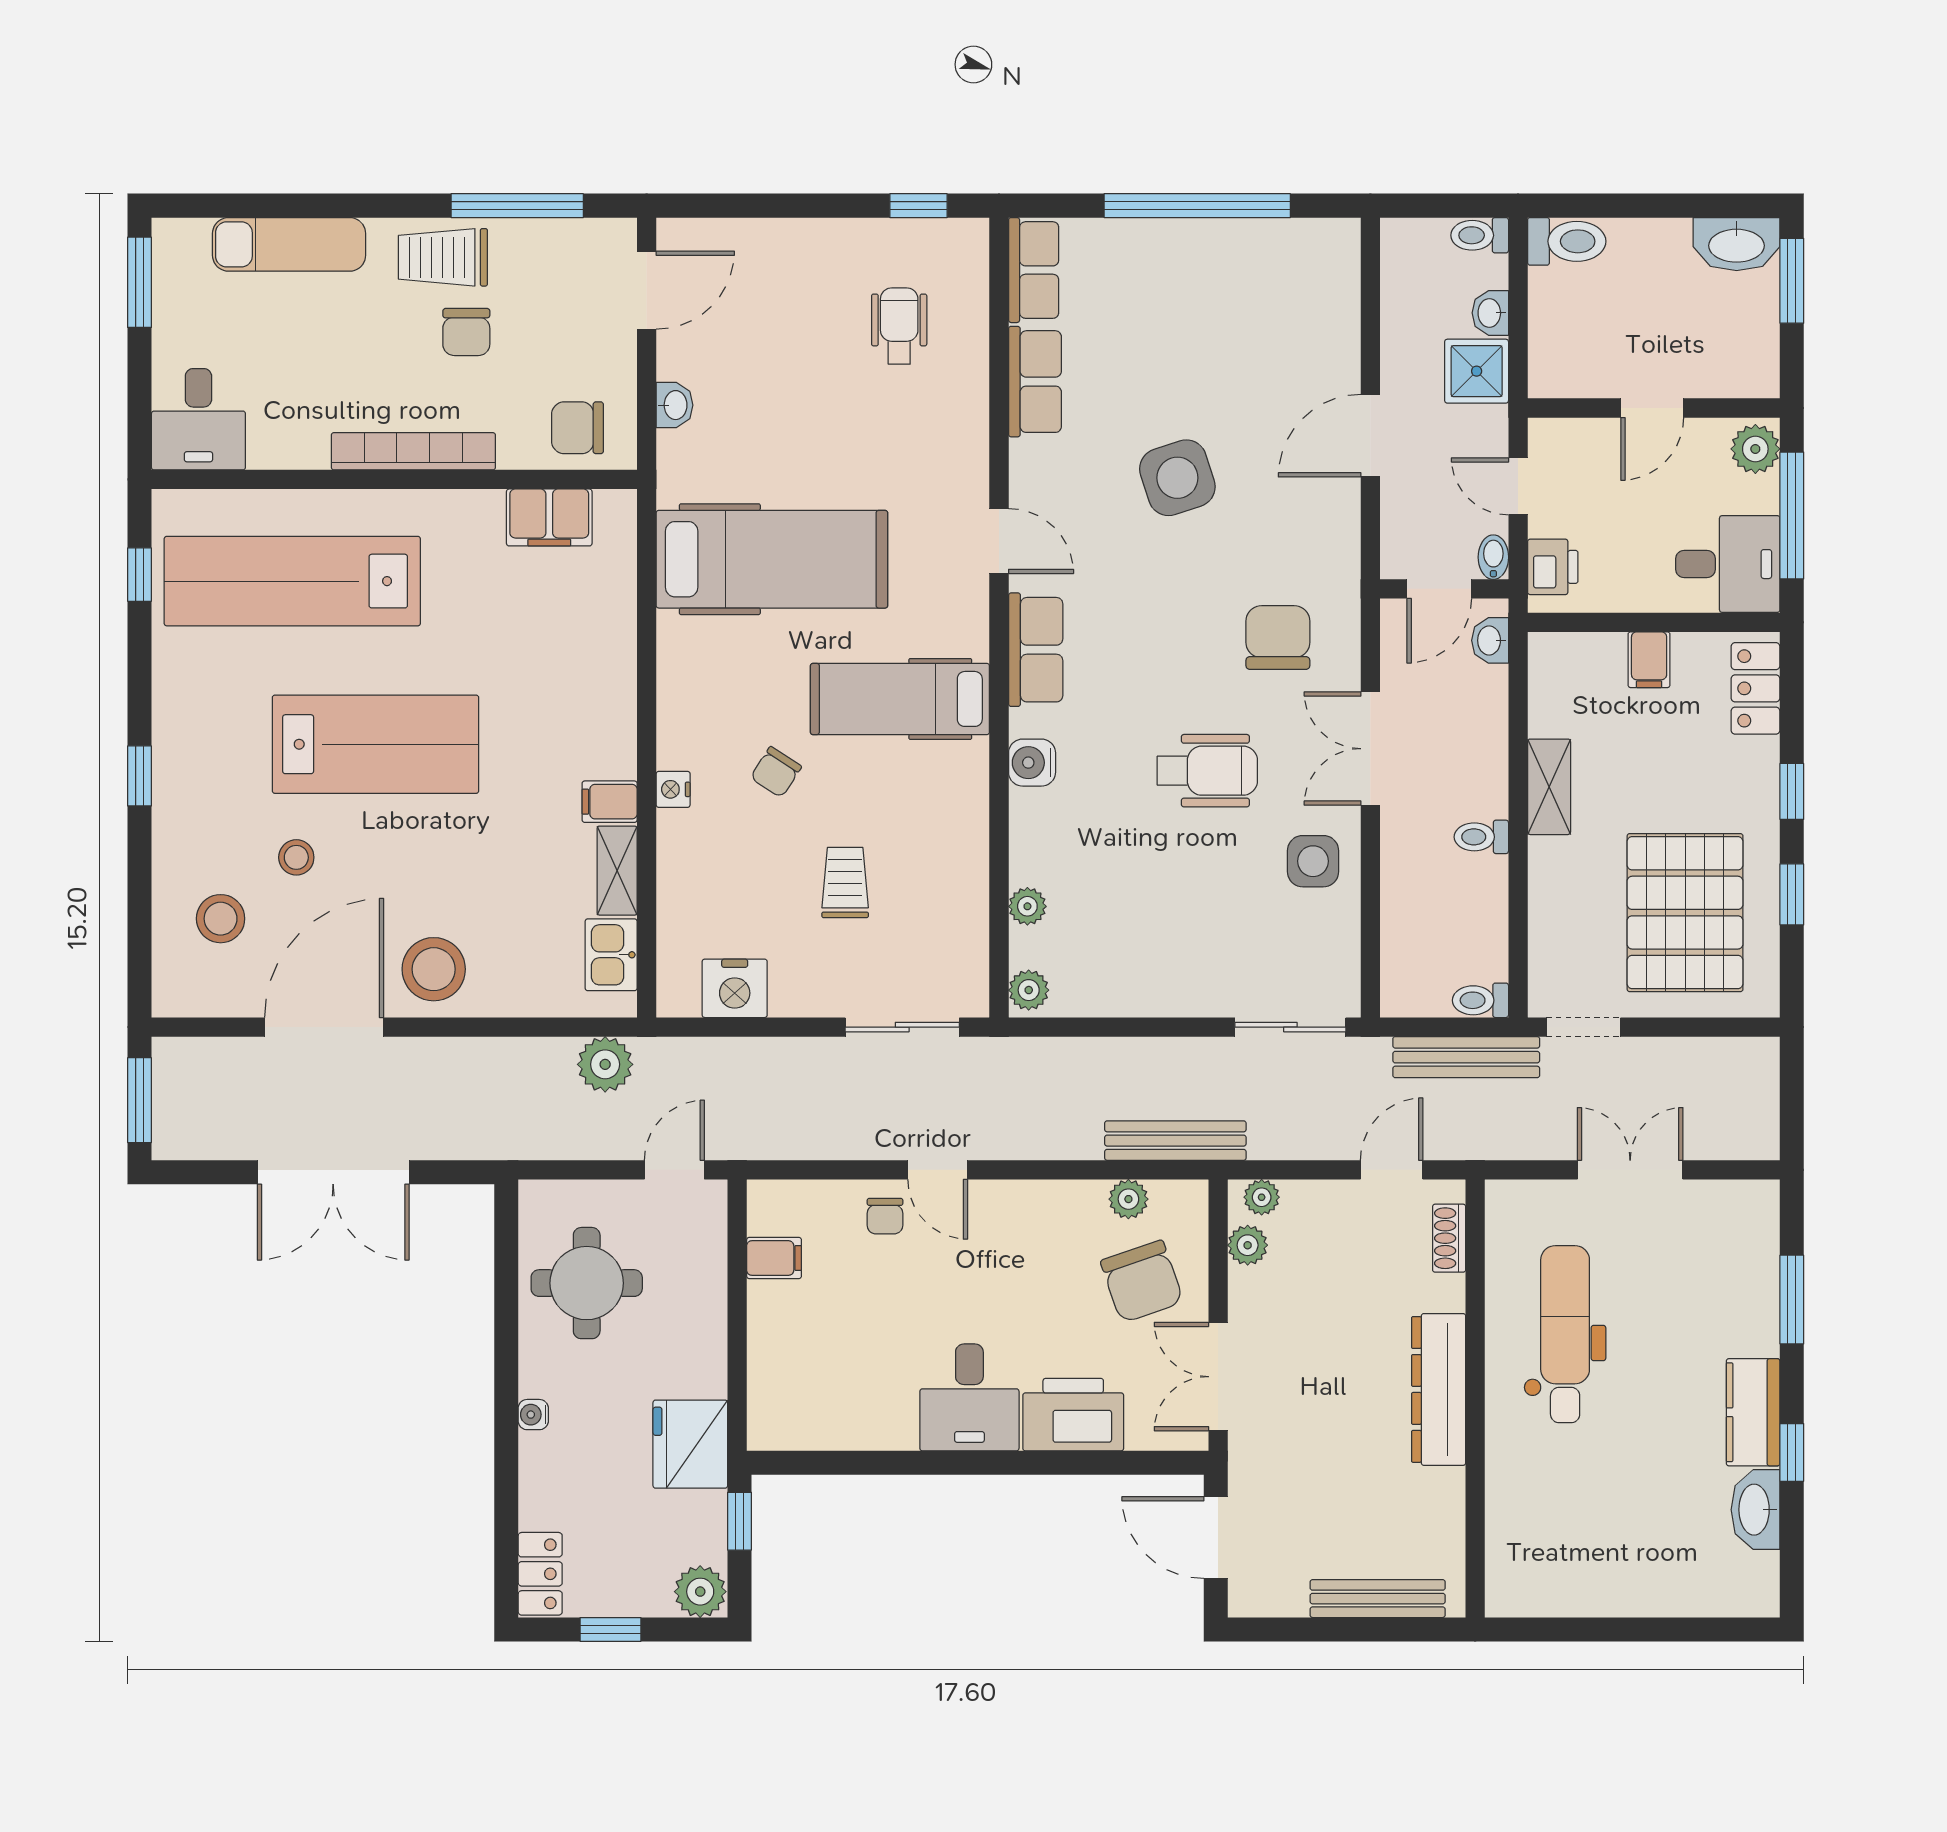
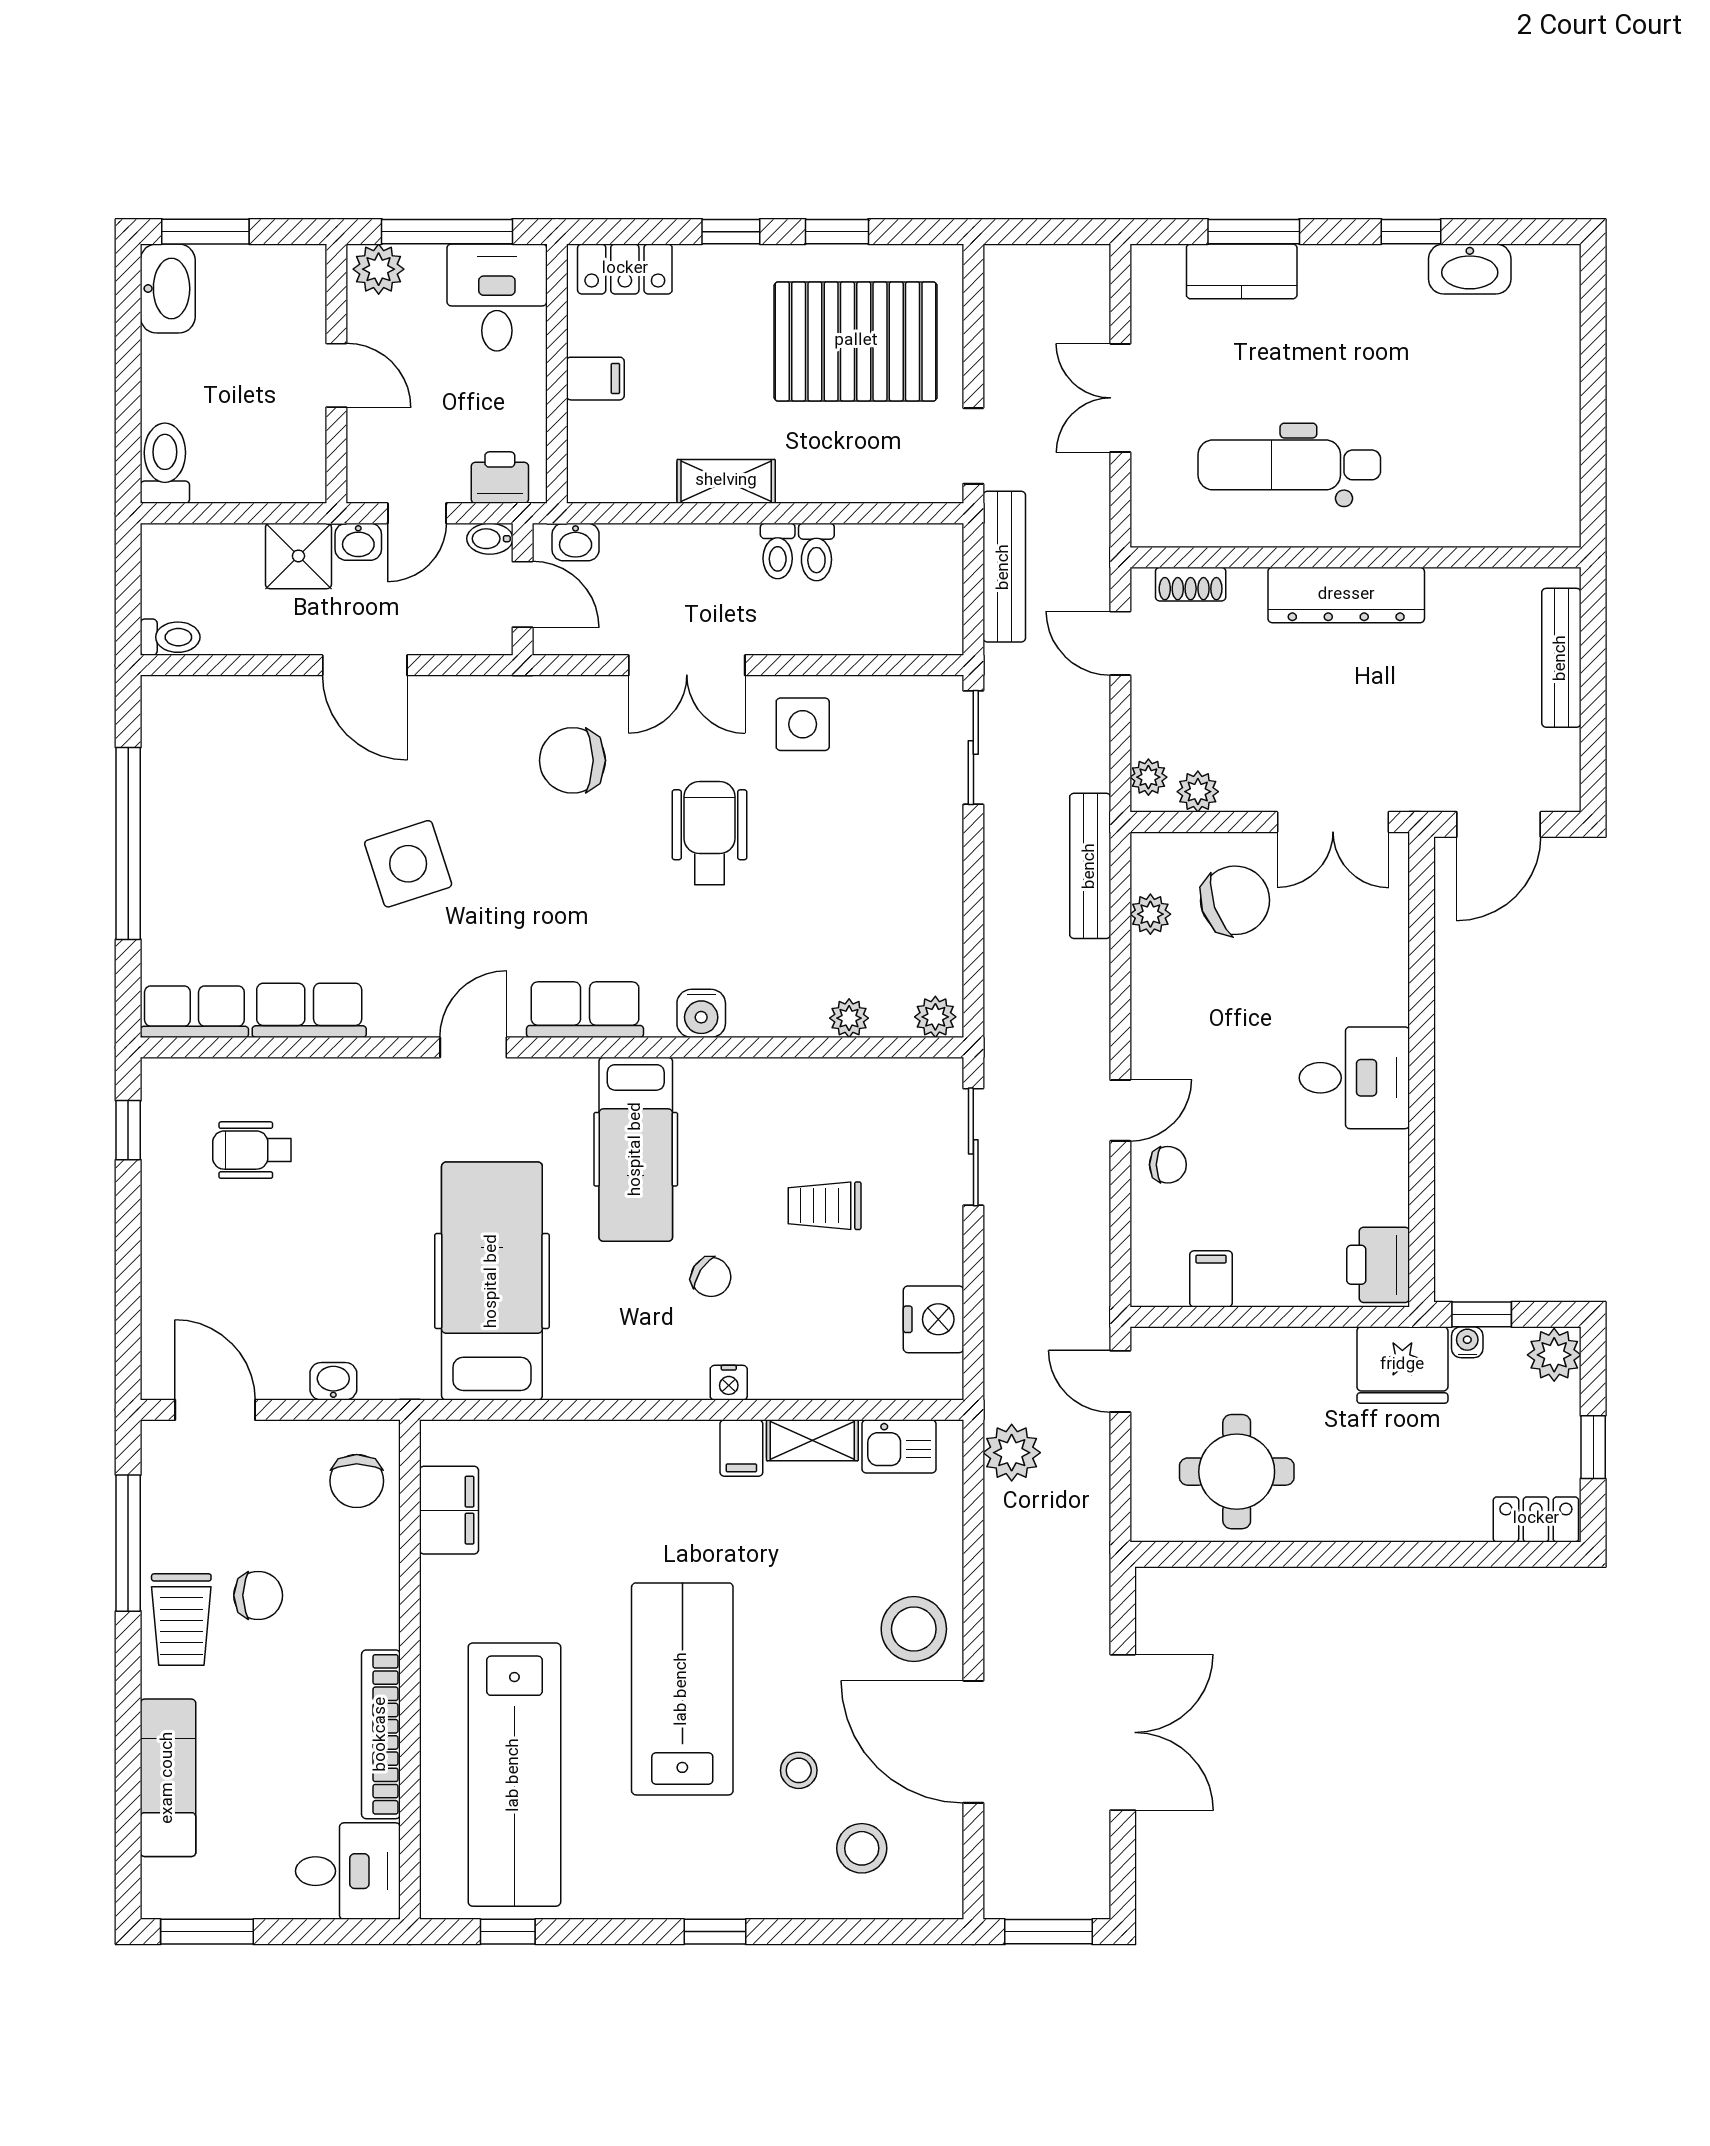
toilet: (1480, 235) -> (170, 637), moved, turned -90
washbasin: (1490, 313) -> (358, 542), moved
bookcase: (413, 451) -> (381, 1734), moved
toilet: (1480, 1000) -> (816, 552), moved
kitchen counter: (1753, 1412) -> (1242, 271), moved
water cooler: (533, 1415) -> (1467, 1342), moved, turned 180
printer: (1073, 1415) -> (1378, 1265), moved, width x0.73, depth x0.84

